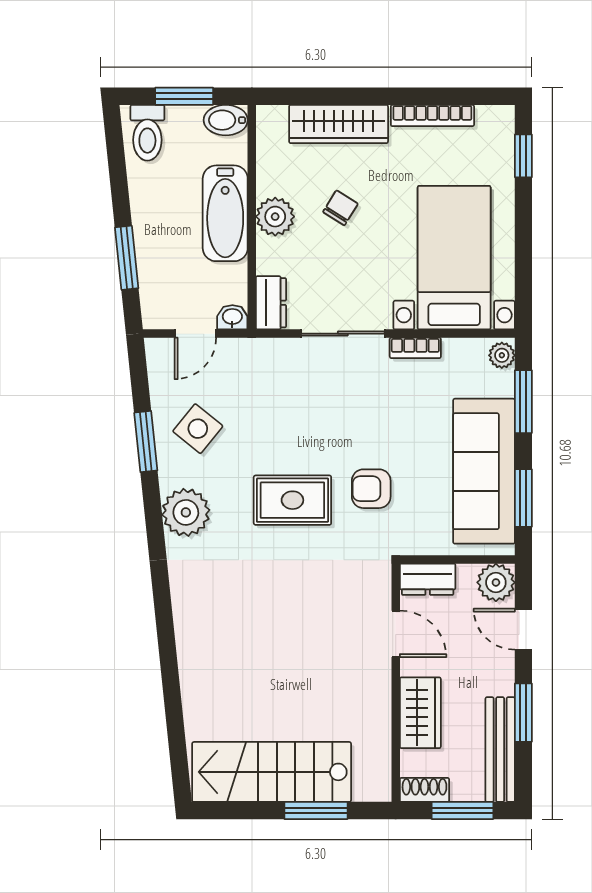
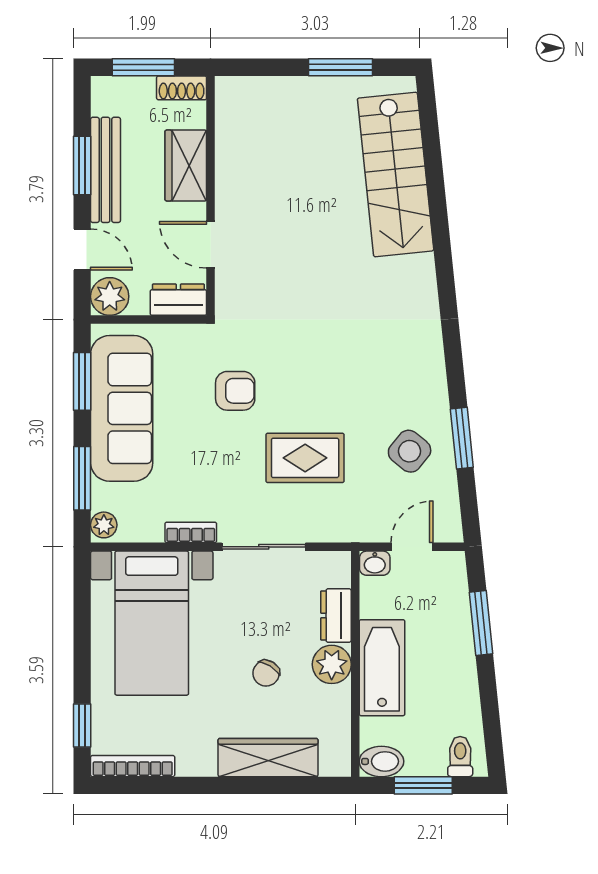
bookcase: (432, 116) -> (133, 766), moved
toilet: (147, 133) -> (460, 757), width x0.73, depth x0.72
dresser: (271, 303) -> (336, 616), moved
rug: (292, 500) -> (305, 458), moved
plant: (186, 512) -> (422, 367), removed
bench: (500, 750) -> (105, 170), moved
stairs: (272, 772) -> (396, 174), moved, turned 84
window: (316, 810) -> (341, 67), moved

